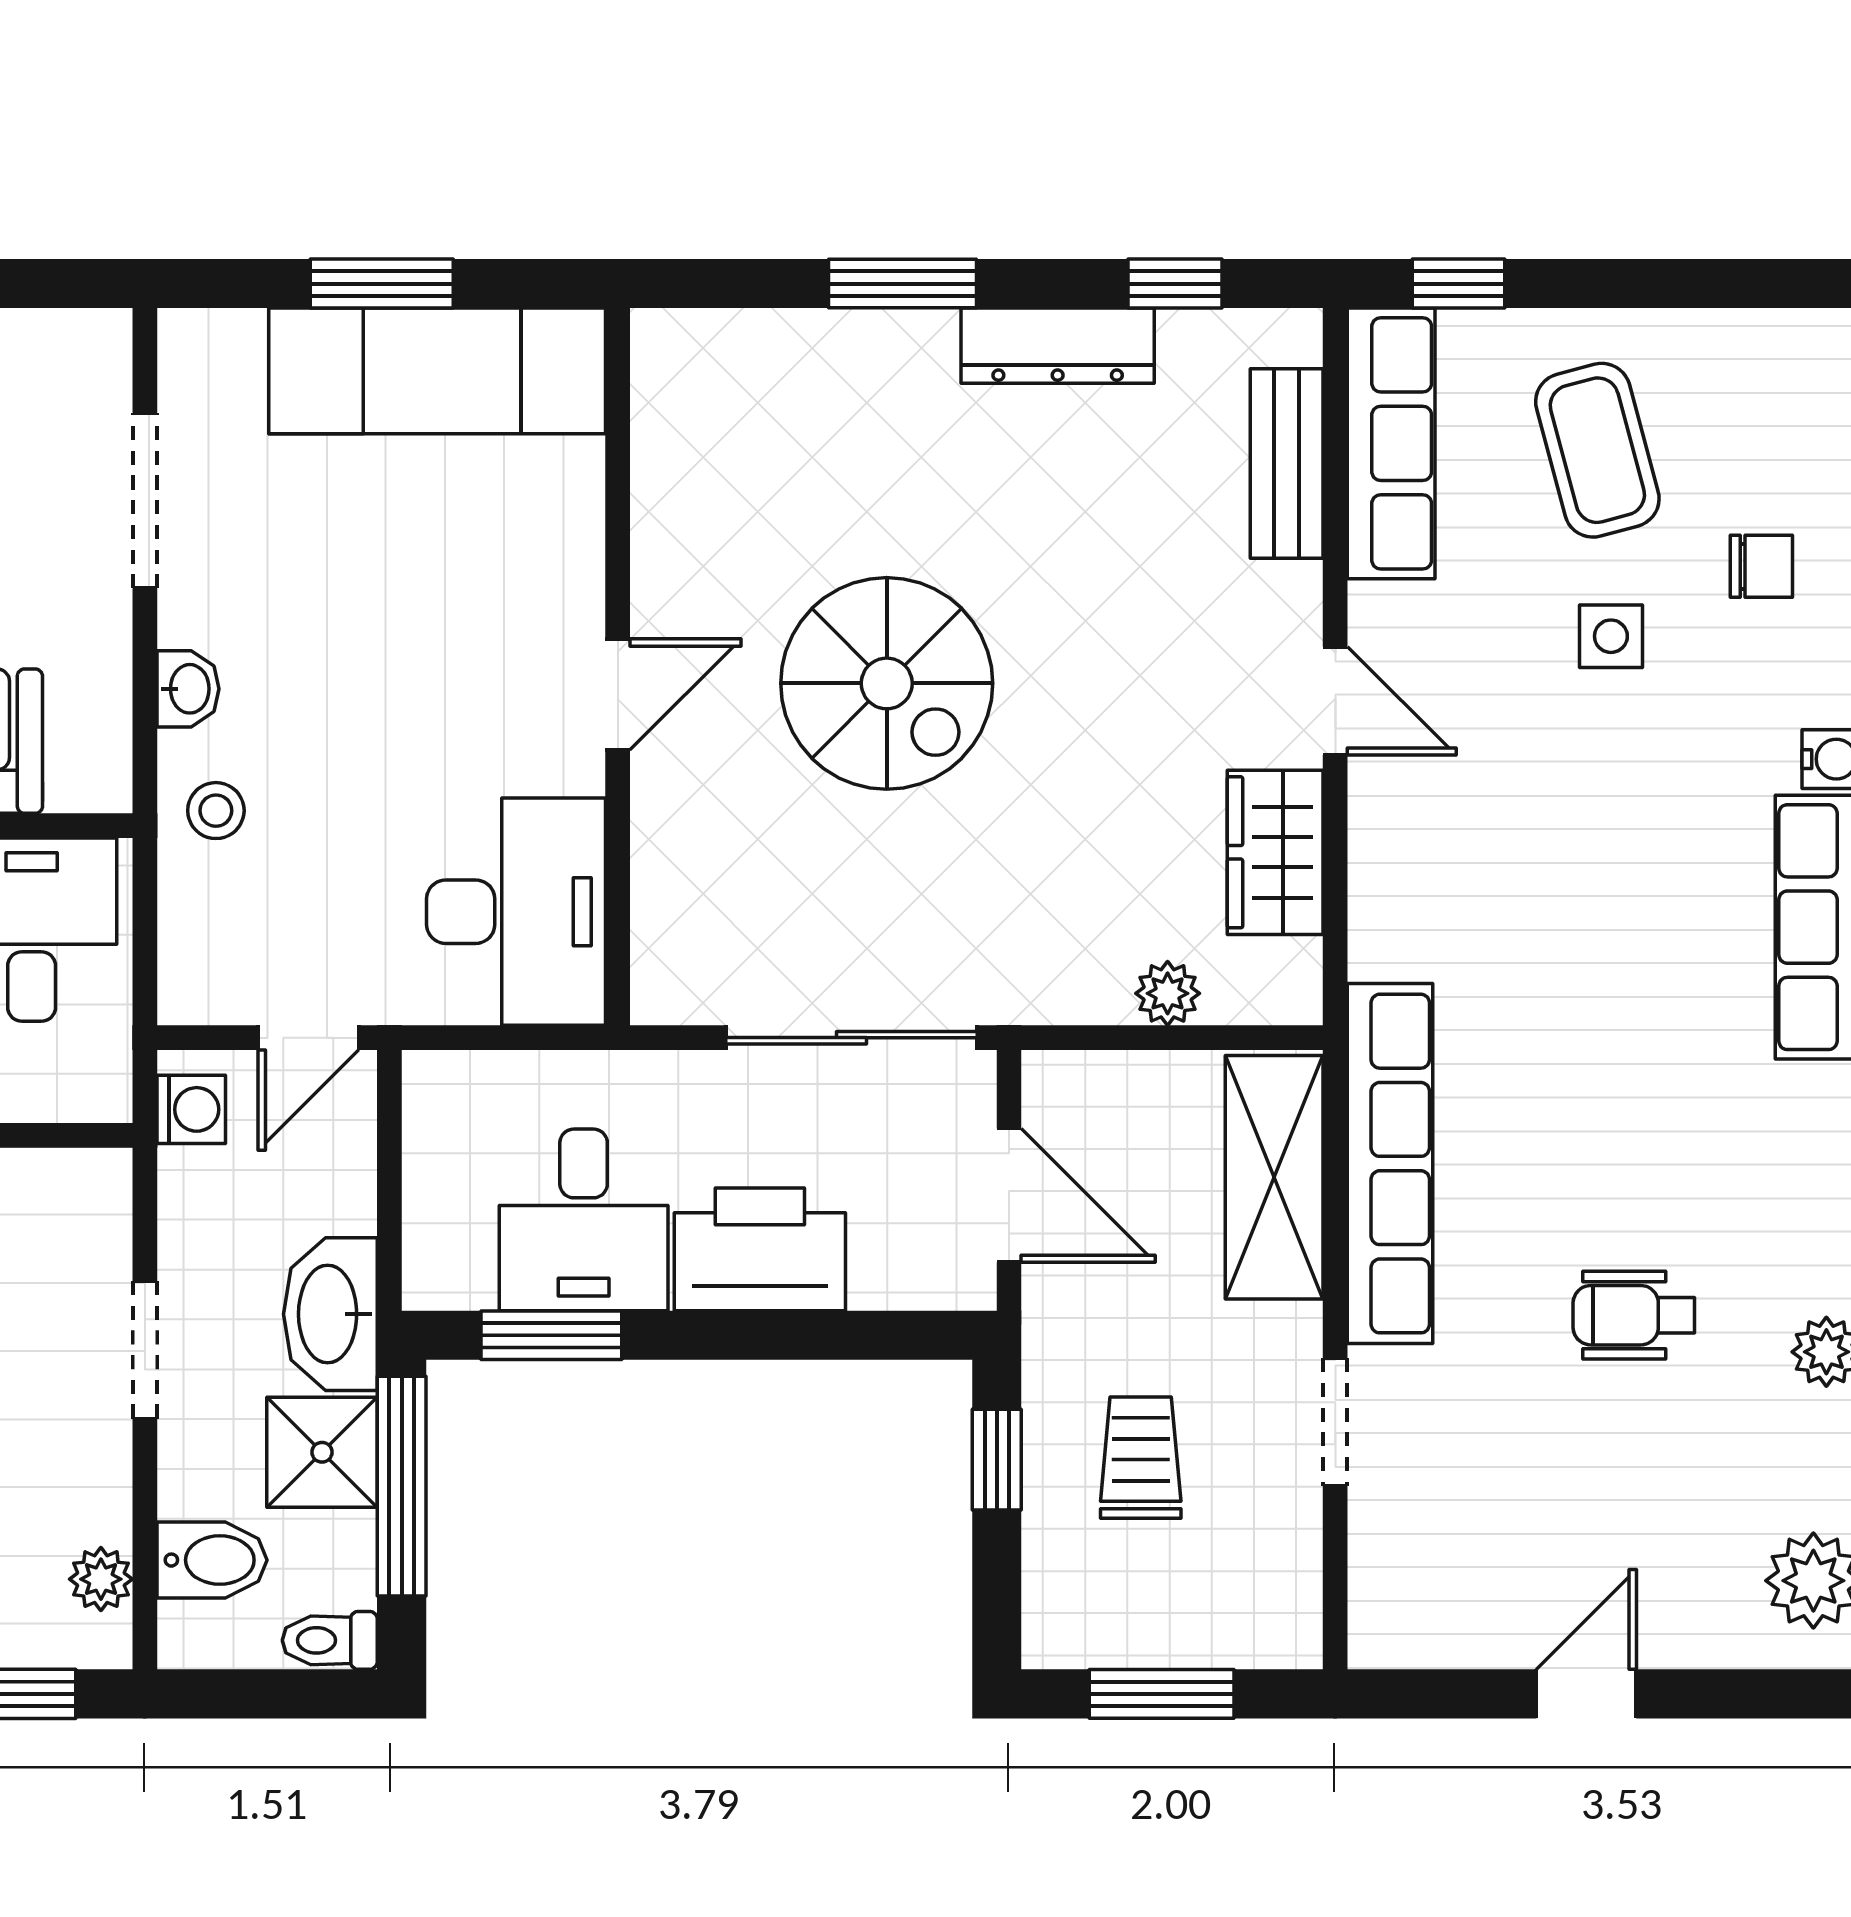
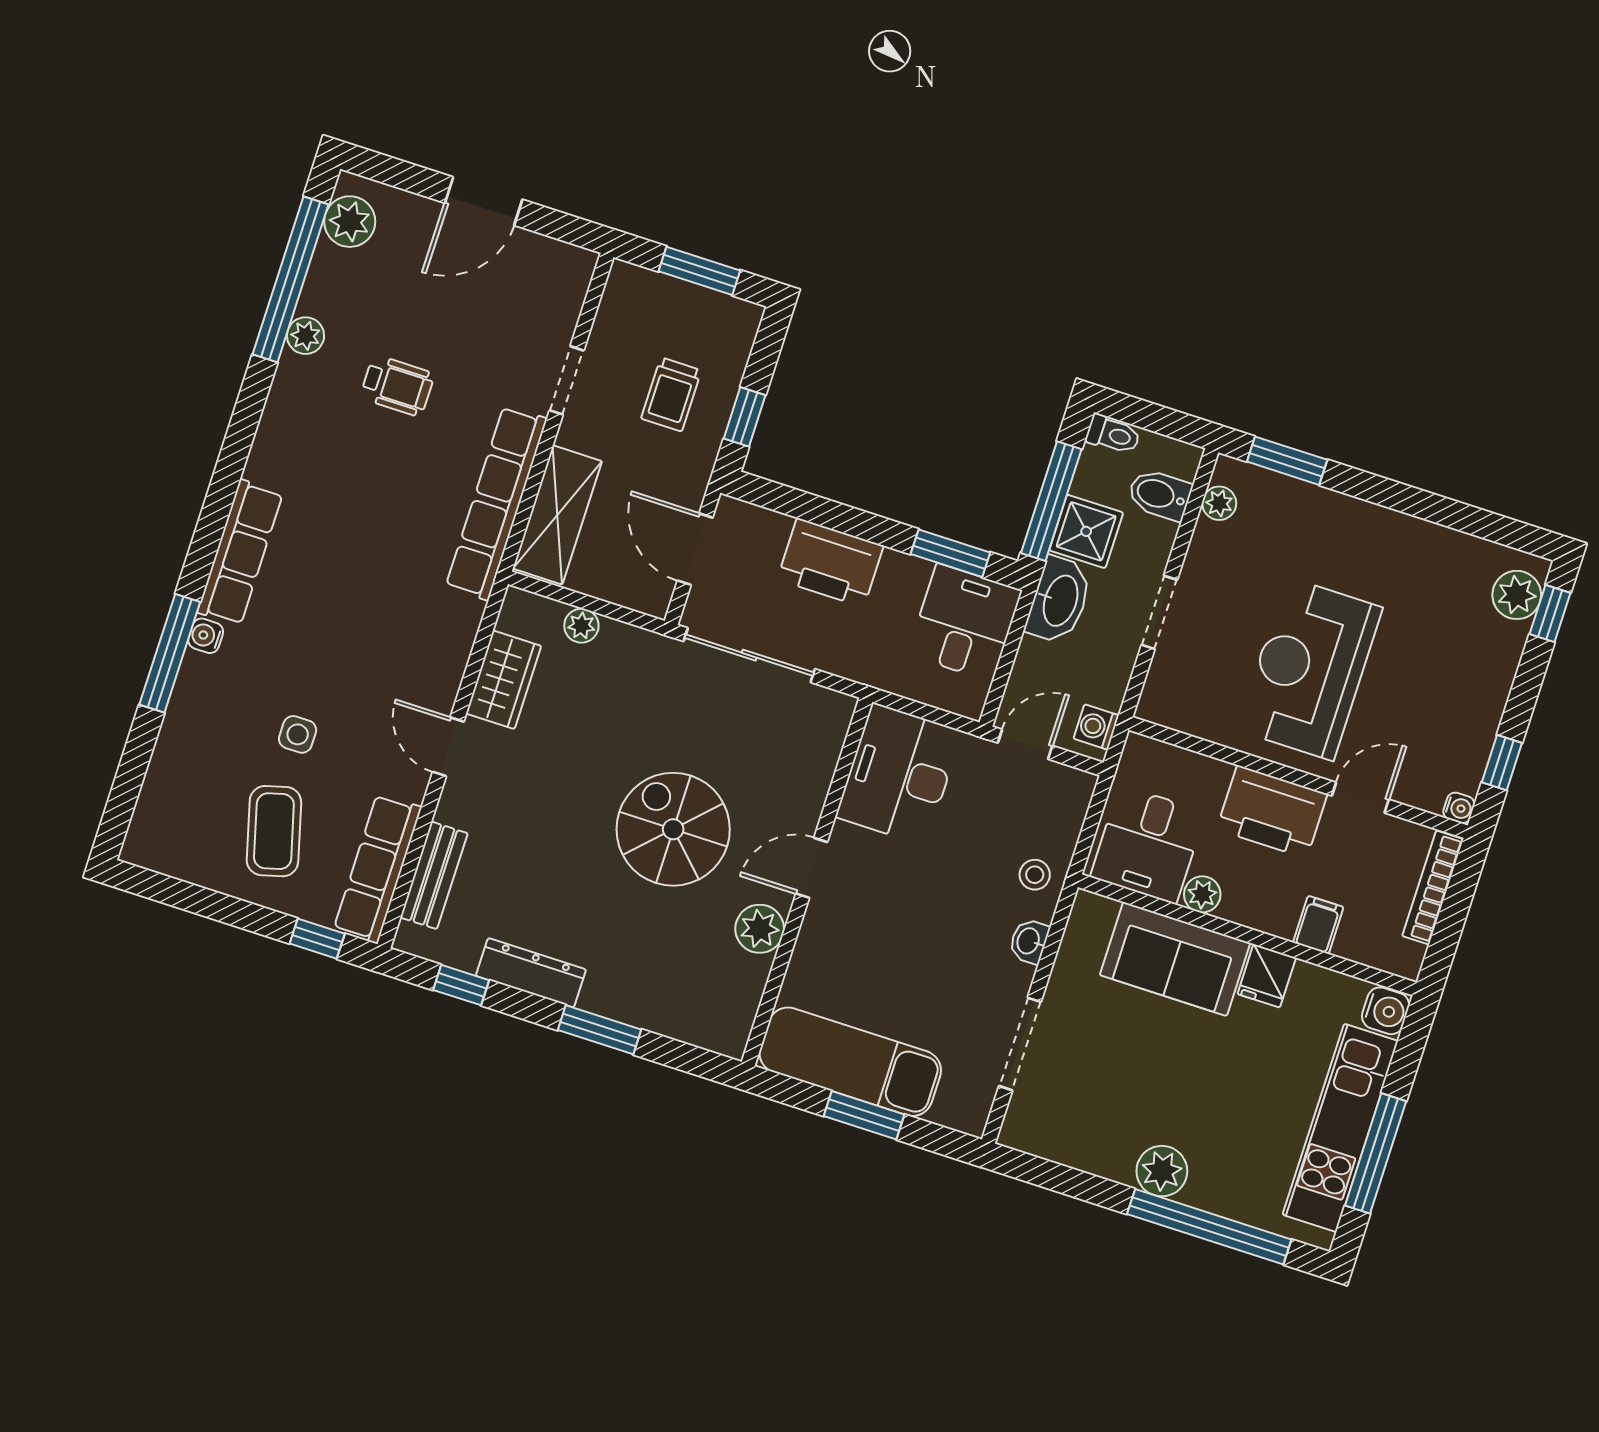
plant: (675, 556) -> (760, 929), added
chair: (1761, 566) -> (210, 745), removed
desk: (584, 1220) -> (965, 623), moved
door: (1586, 1694) -> (484, 201), width x1.38

